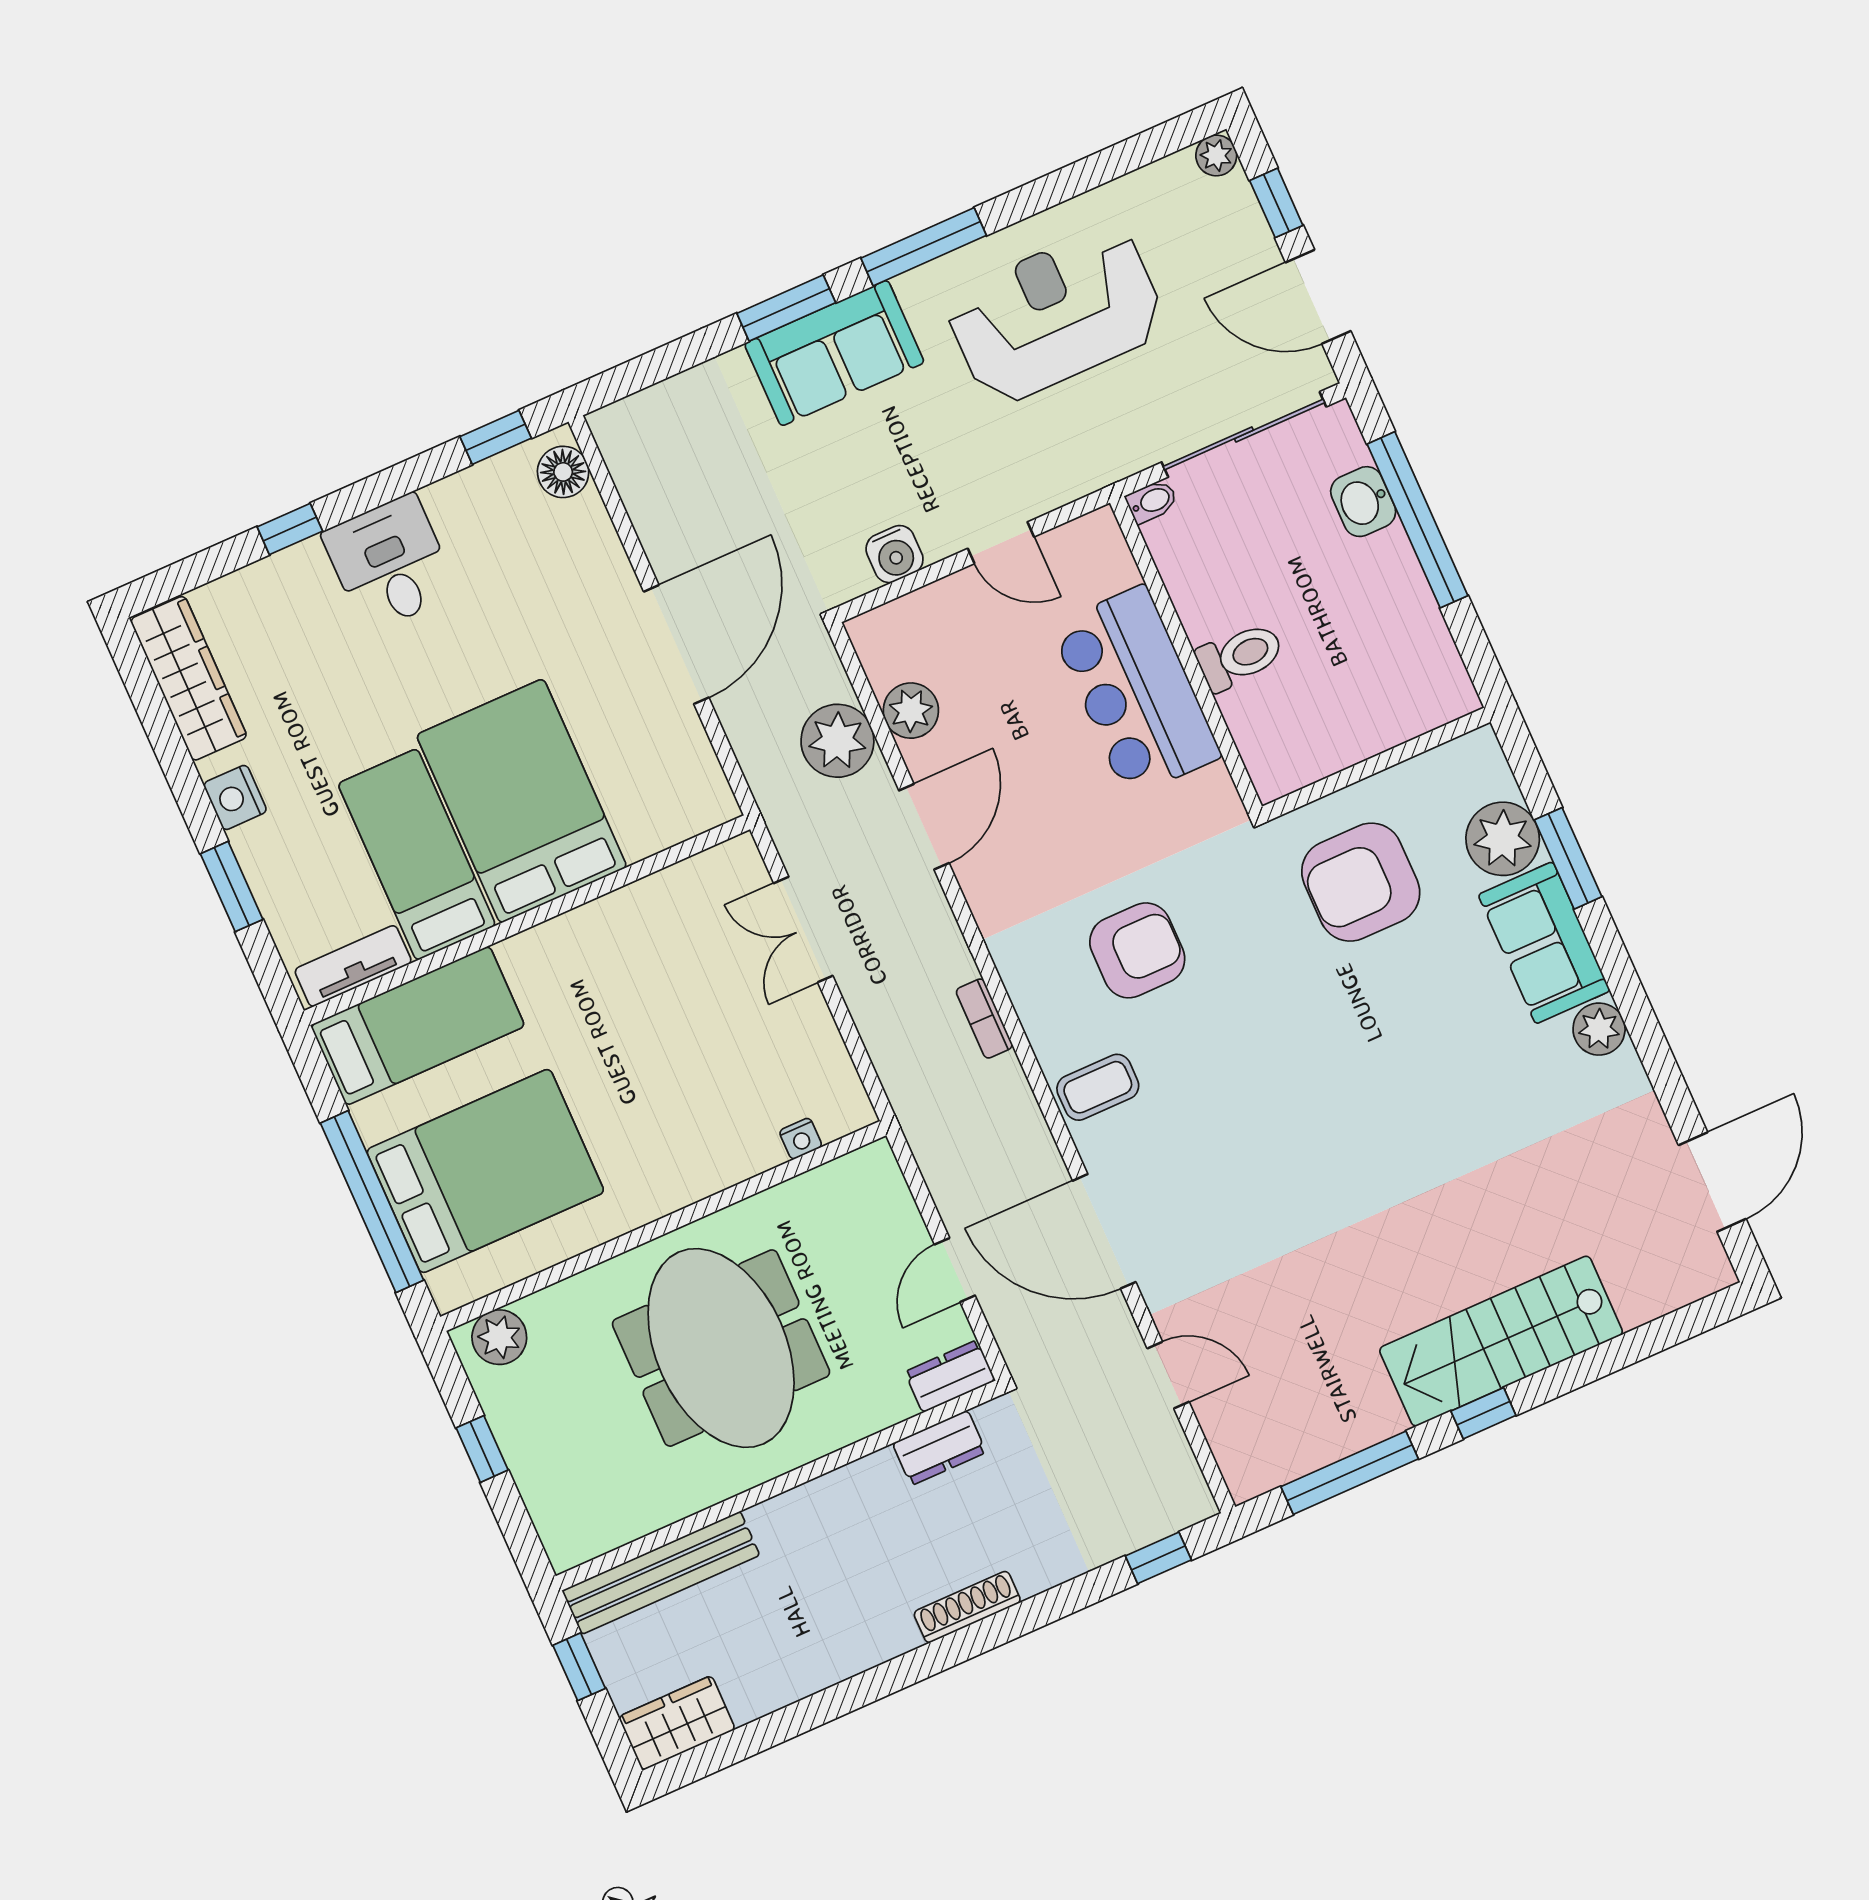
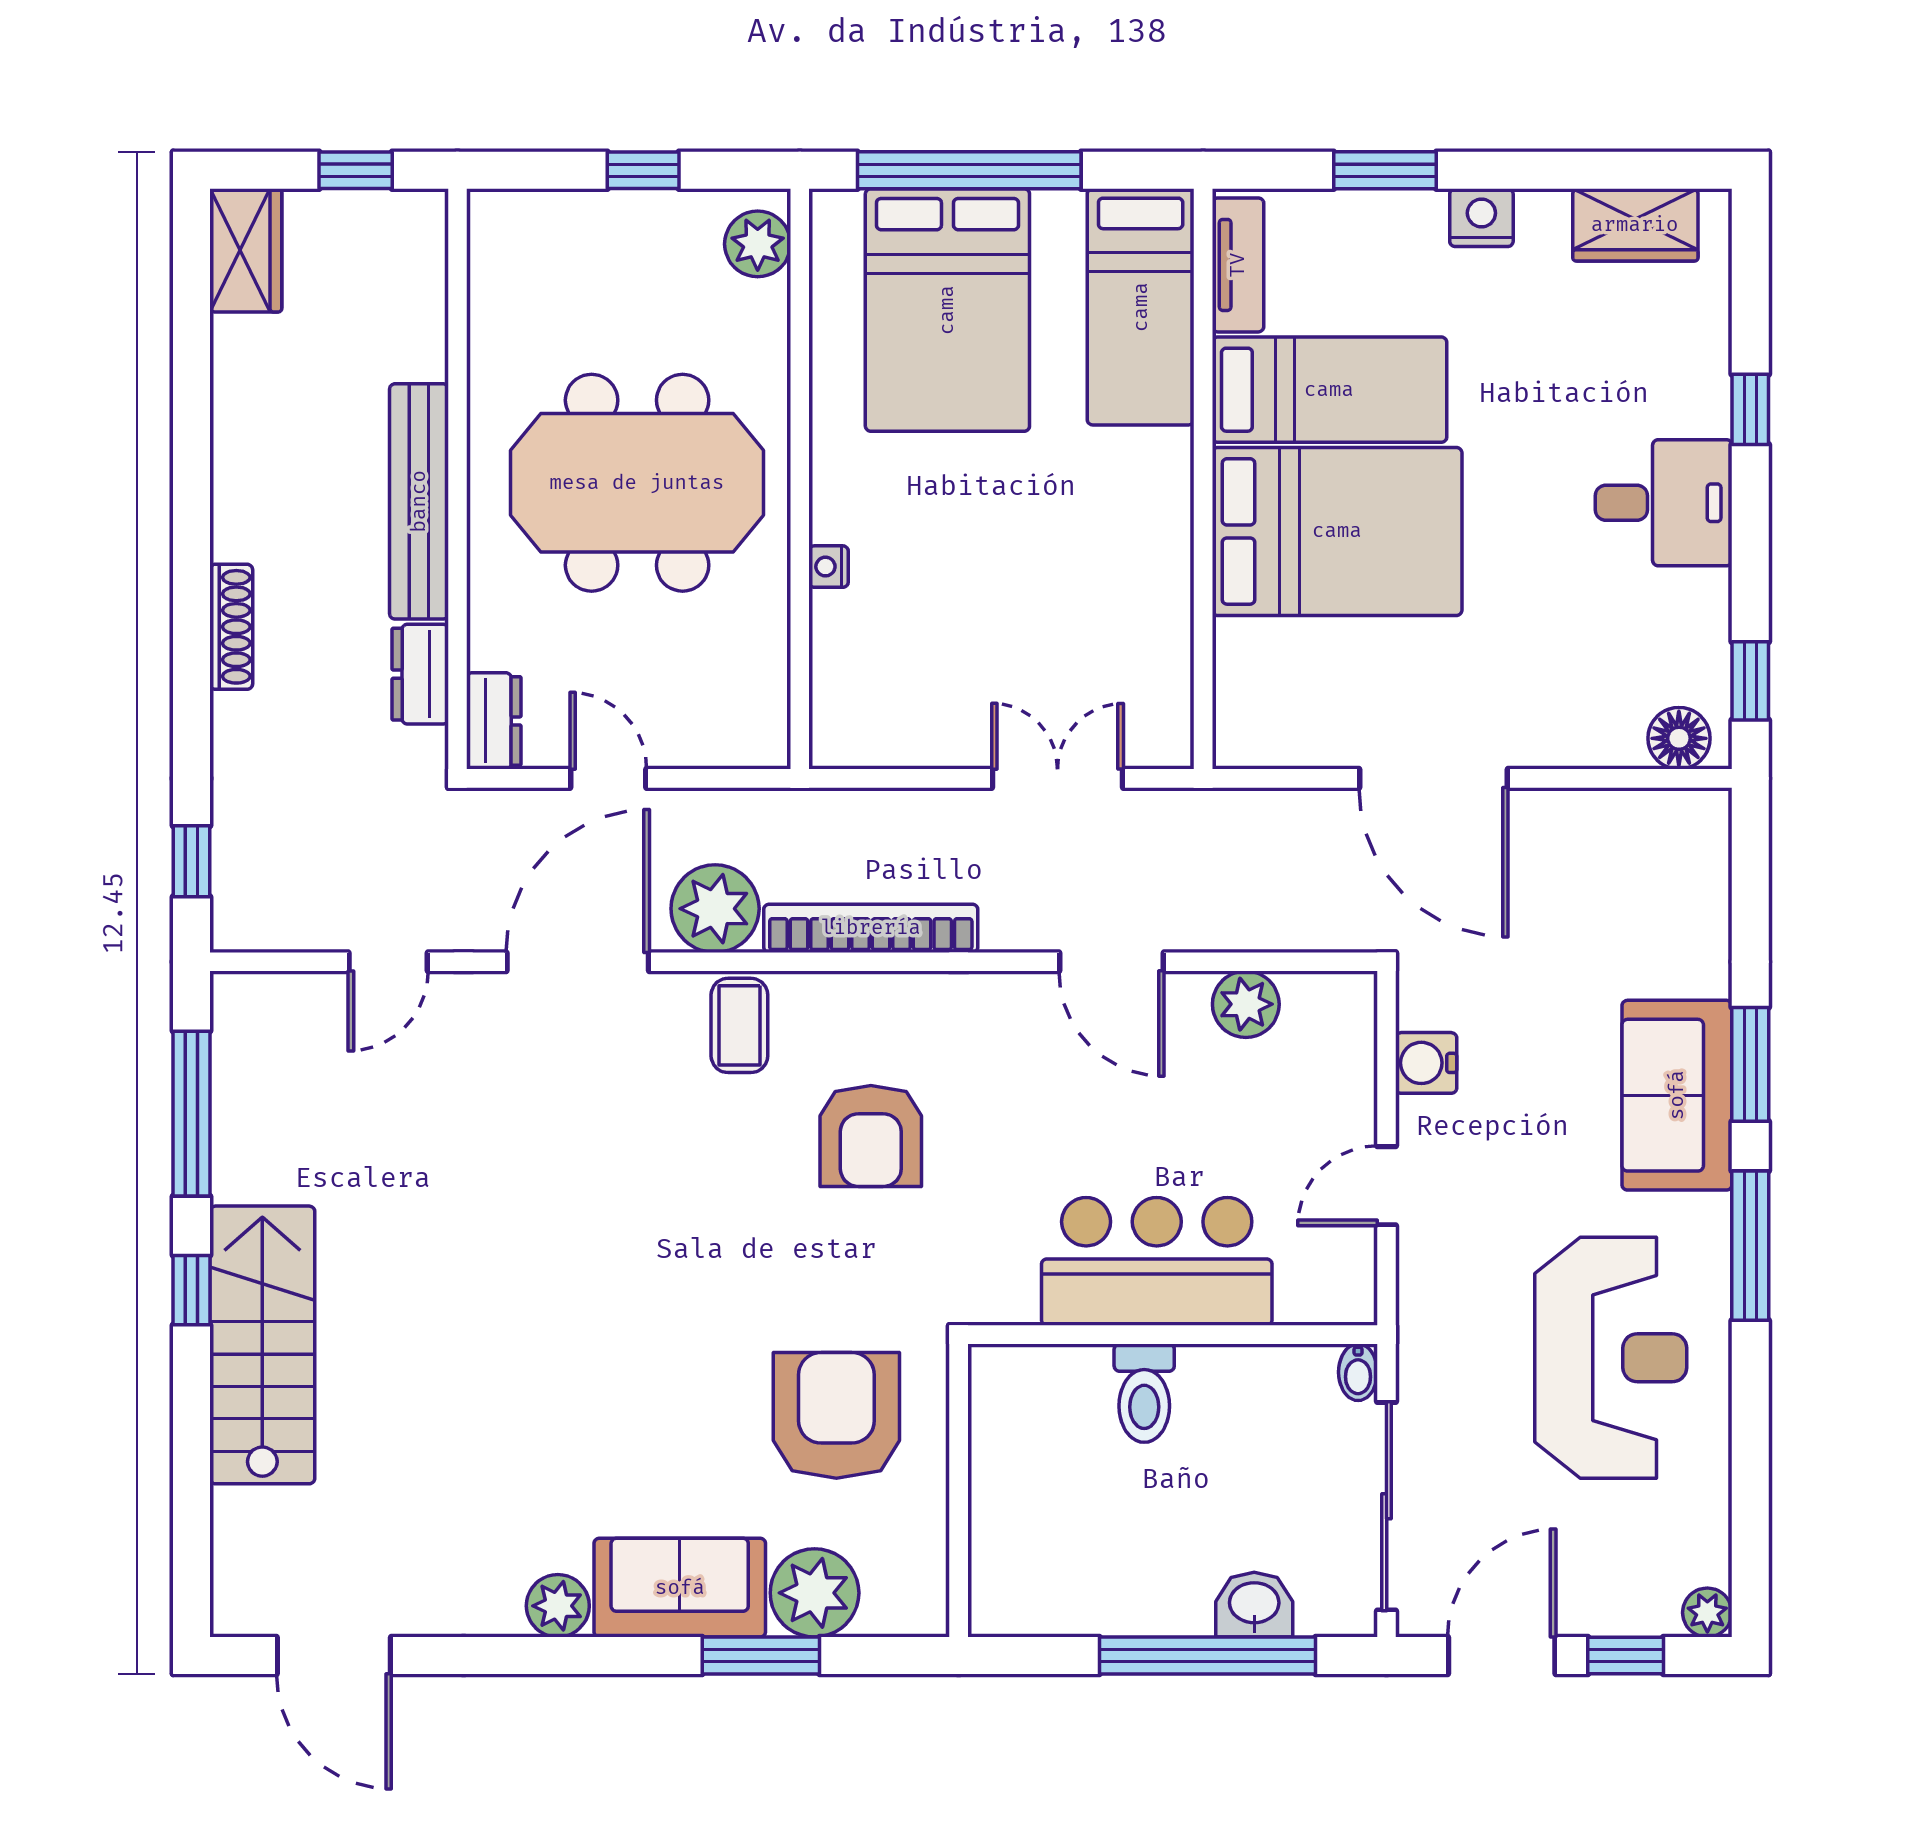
wardrobe: (189, 678) -> (1635, 225), width x0.67
plant: (837, 741) -> (715, 909), moved
bookcase: (984, 1019) -> (871, 928), width x2.31, depth x1.31
nightstand: (801, 1139) -> (829, 567), moved
bench: (661, 1573) -> (419, 501), moved

